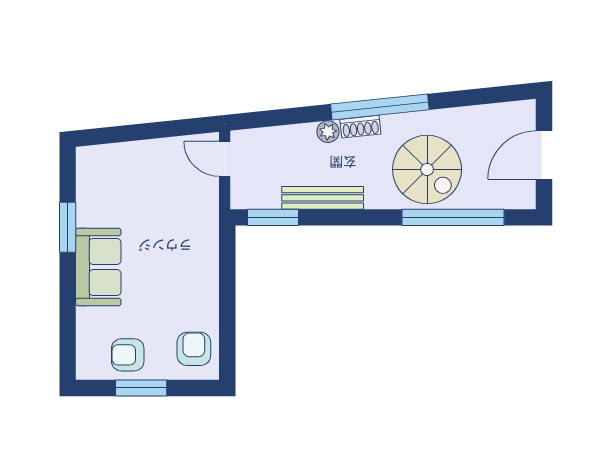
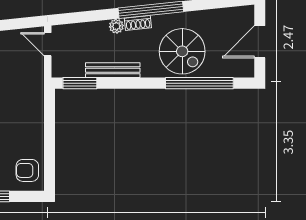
armchair: (194, 349) -> (27, 170), turned -90

